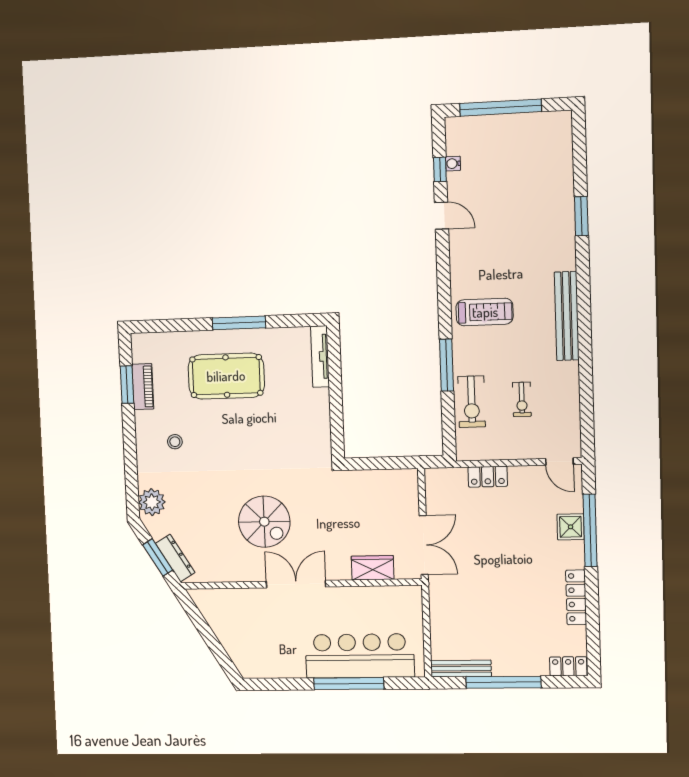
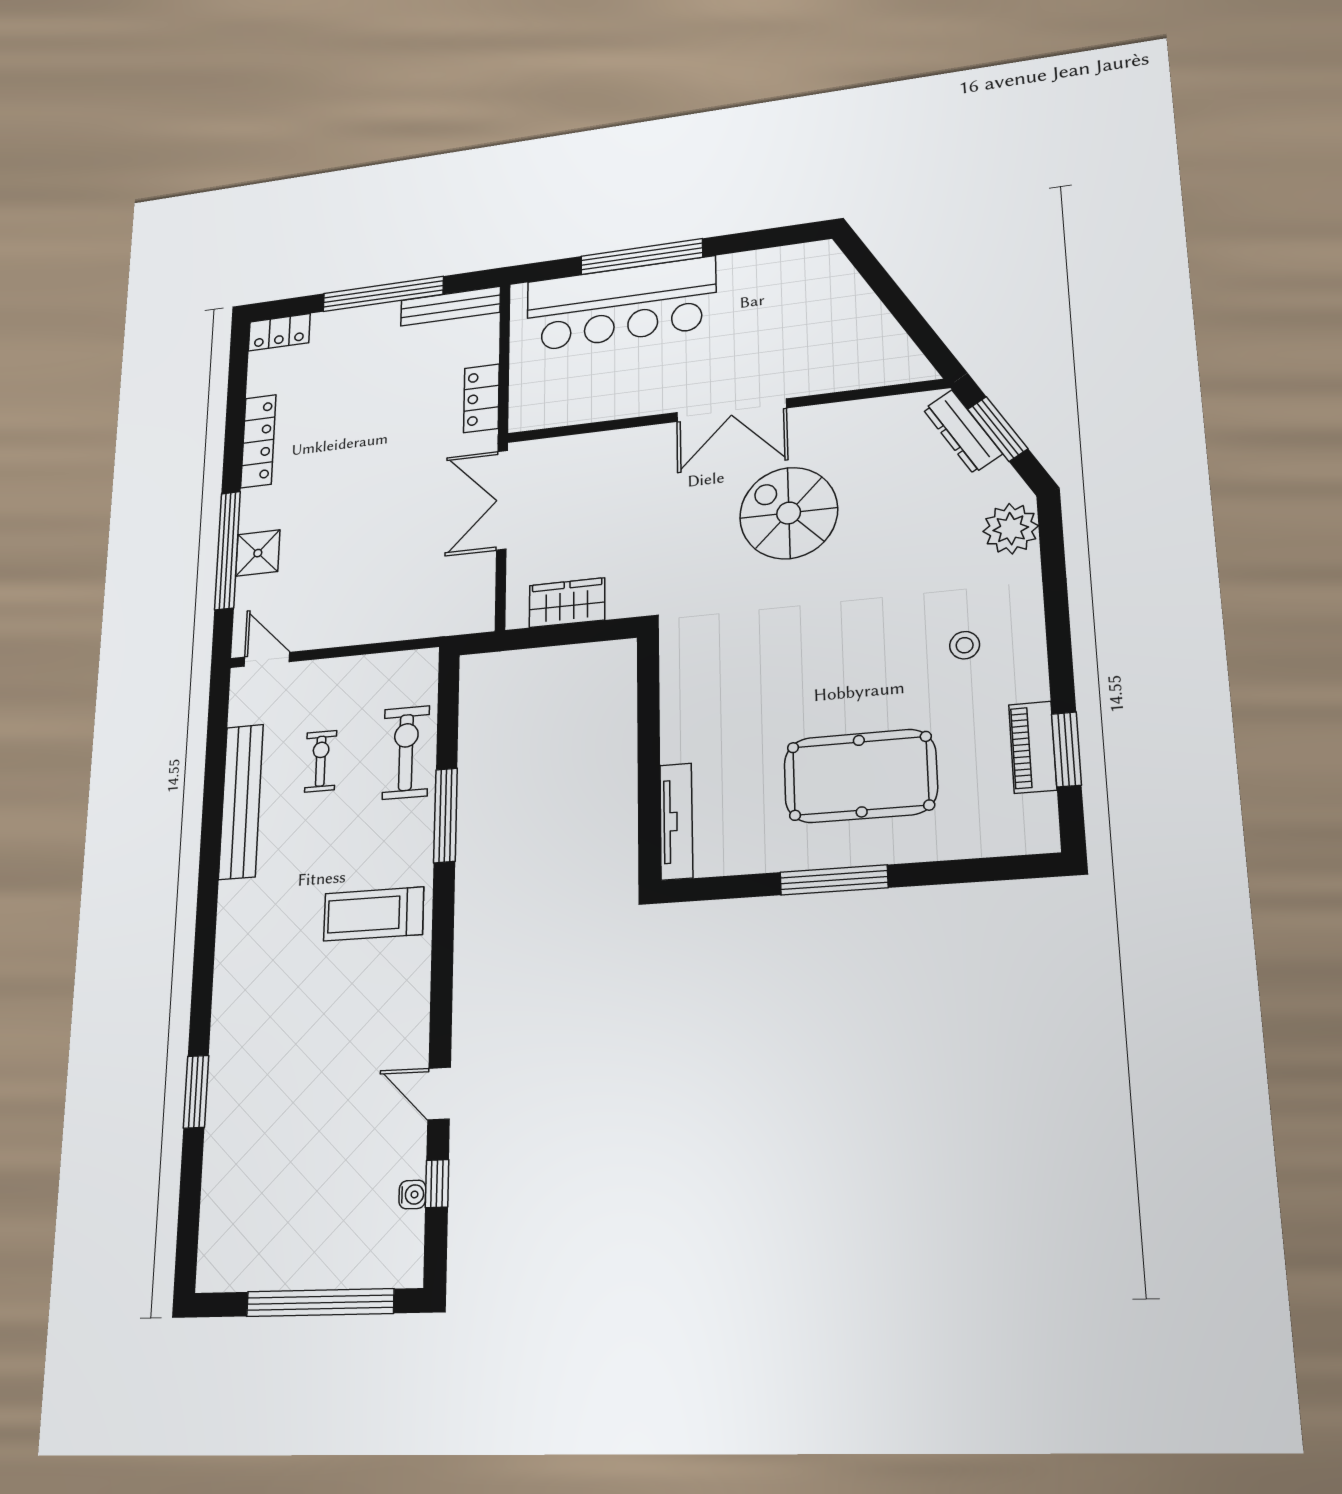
bench: (567, 316) -> (241, 801), moved
locker: (488, 477) -> (481, 398), moved, turned -90
wardrobe: (373, 568) -> (567, 603), moved, turned 180

